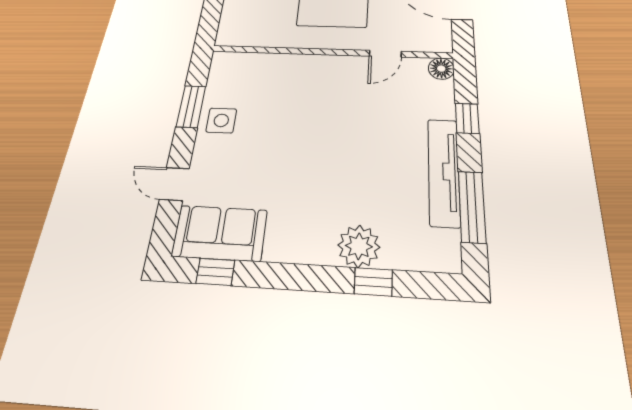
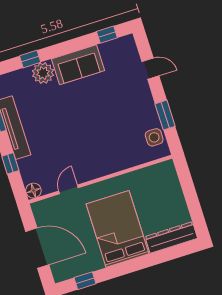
side table: (221, 120) -> (154, 137), moved
sofa: (220, 233) -> (78, 65), moved

